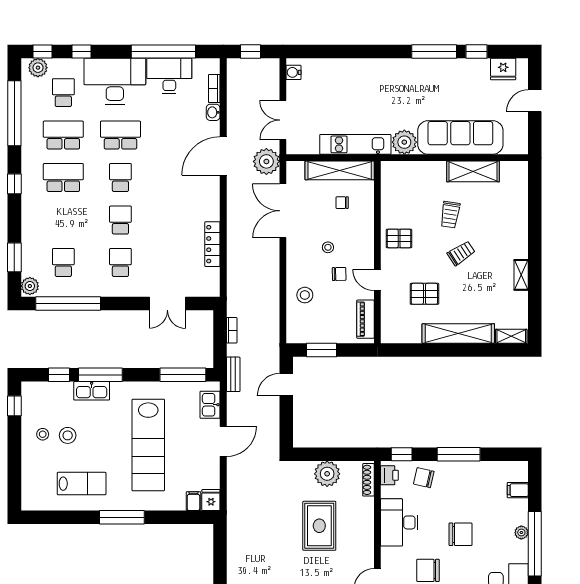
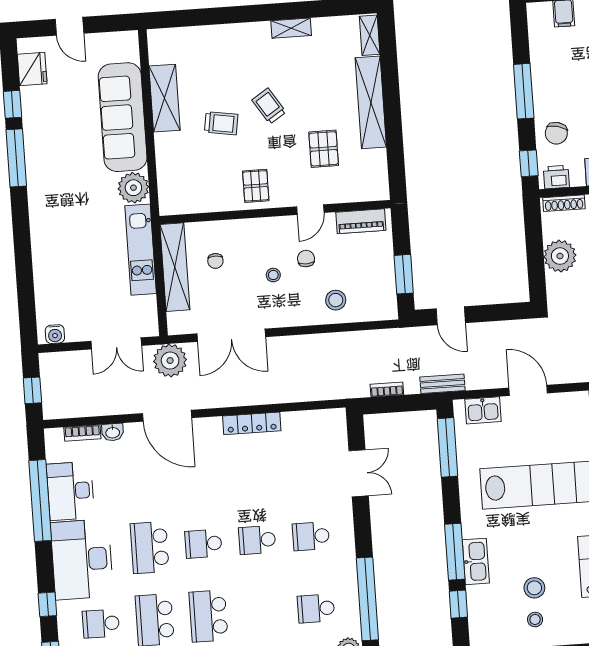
locker: (212, 244) -> (252, 423), moved

